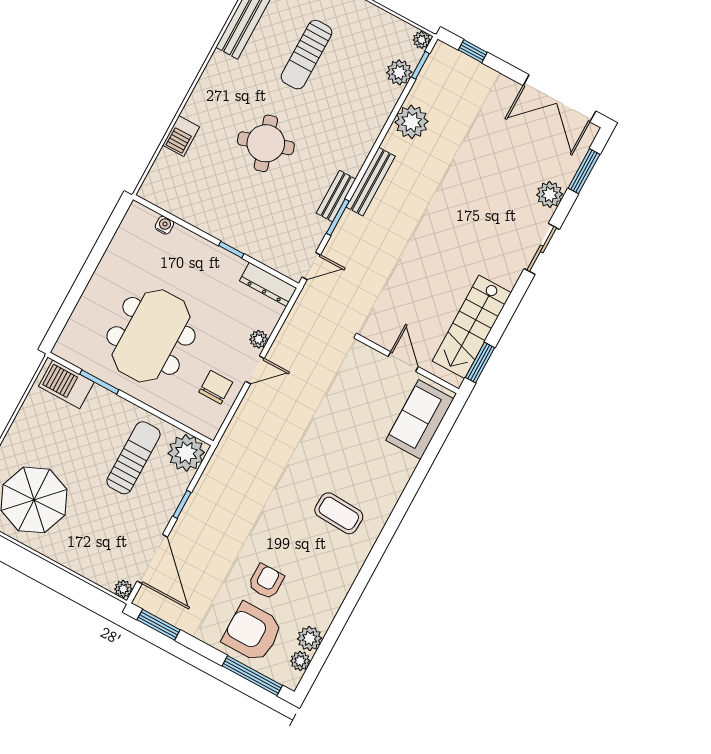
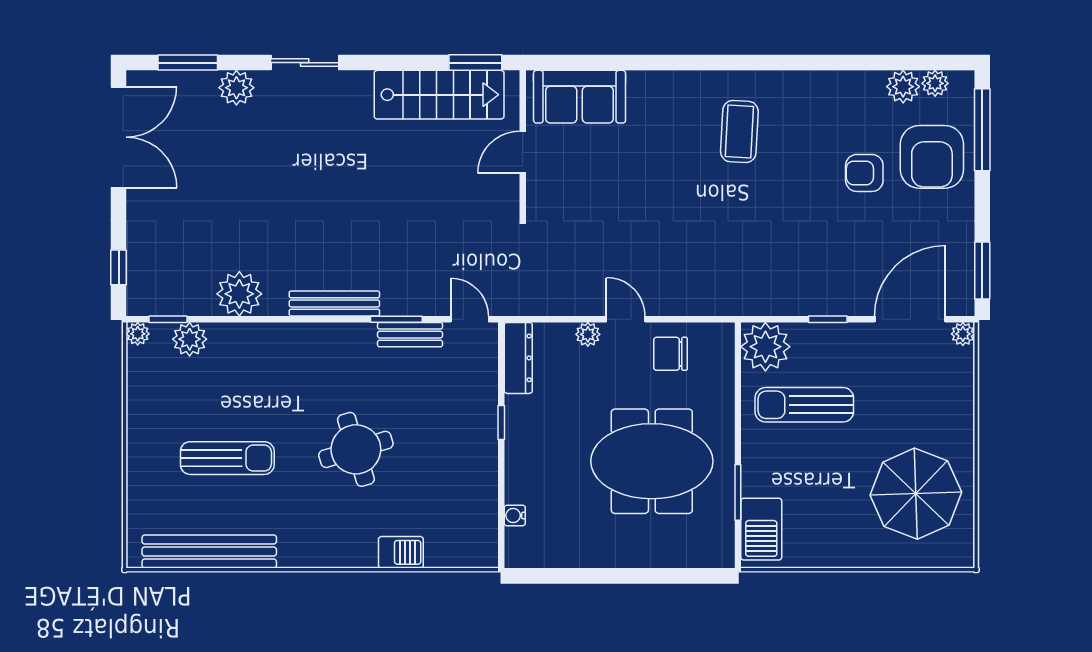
bench: (336, 196) -> (410, 335), moved

